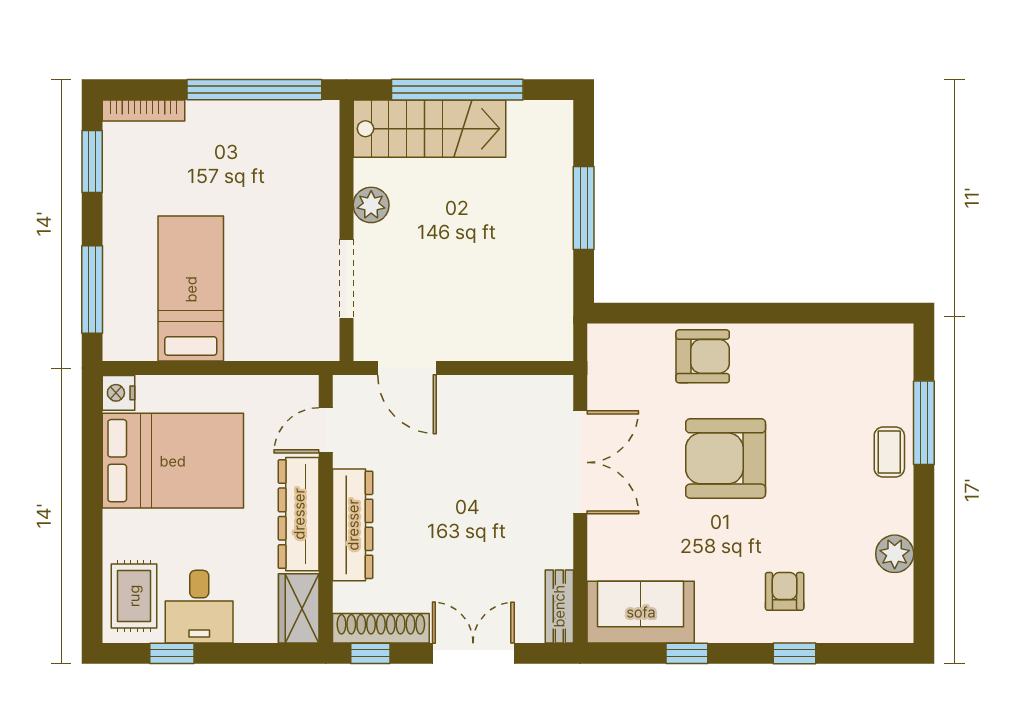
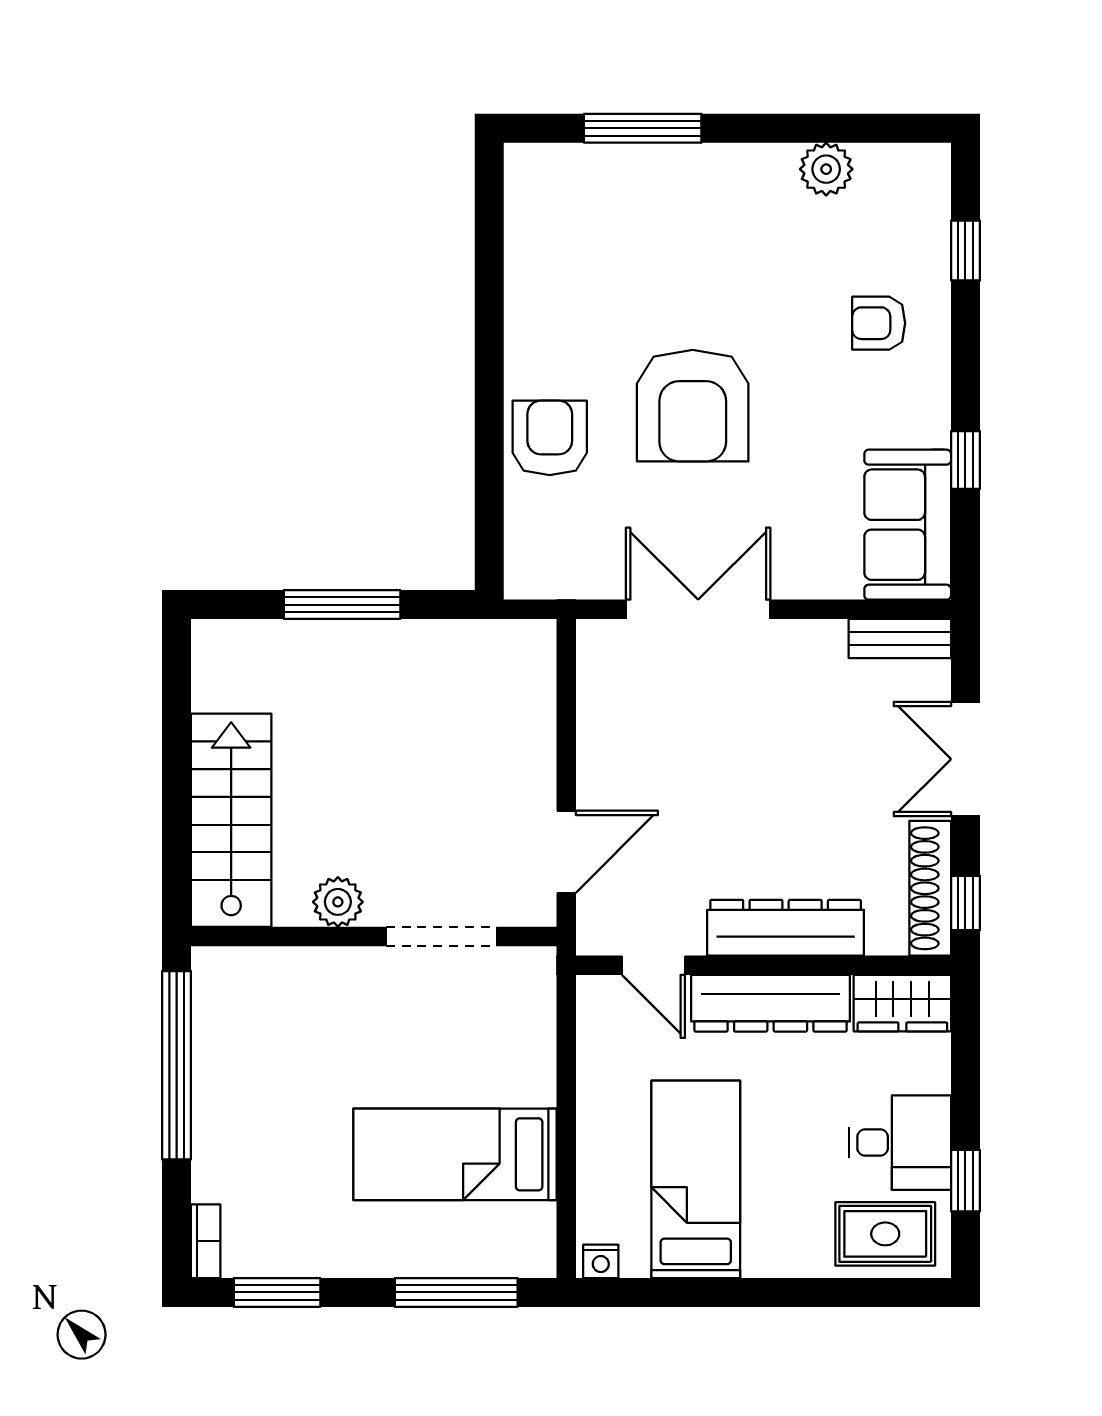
window: (457, 90) -> (177, 781), removed
bookcase: (143, 111) -> (206, 1241), width x0.64
nightstand: (119, 393) -> (601, 1261), width x0.72, depth x0.74
coffee table: (889, 452) -> (684, 177), removed
bed: (173, 461) -> (696, 1179), width x0.67
window: (794, 653) -> (965, 251), moved

